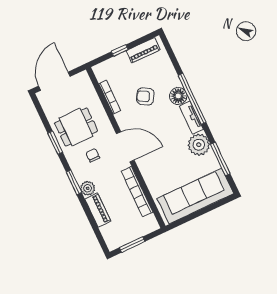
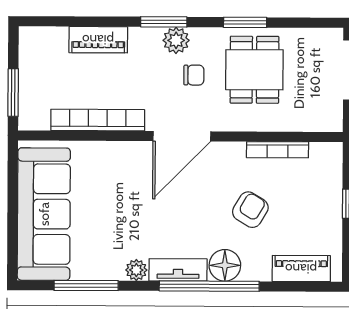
piano: (143, 50) -> (301, 269), moved, turned 90
plant: (199, 145) -> (136, 270), width x0.53, depth x0.53
plant: (88, 188) -> (176, 40), moved
window: (132, 245) -> (13, 92), moved

